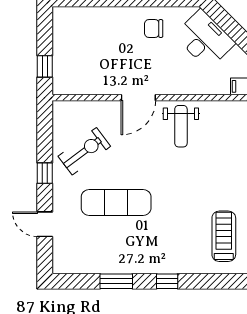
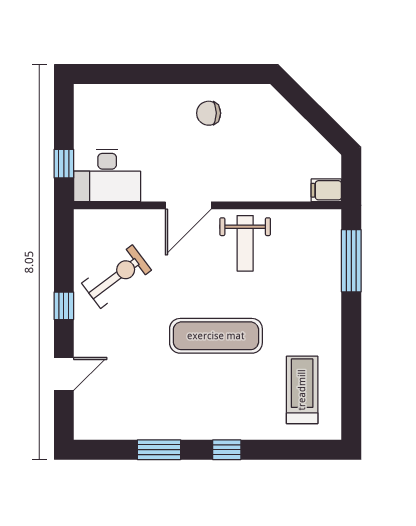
desk: (205, 39) -> (107, 175), moved, turned 135
exercise mat: (116, 202) -> (216, 336), moved
door: (45, 224) -> (64, 374), swing flipped

